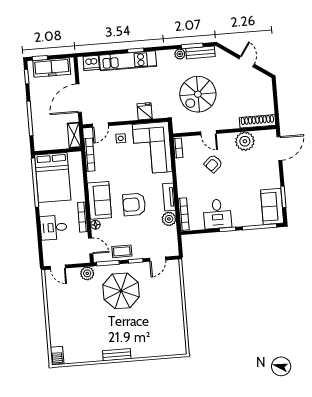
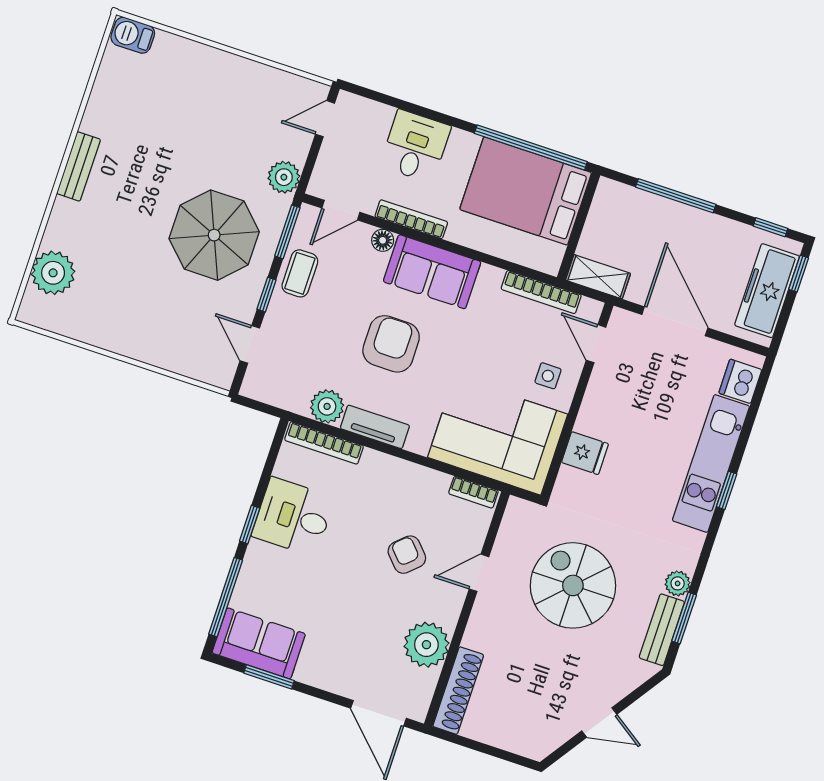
plant: (162, 347) -> (53, 273), added

